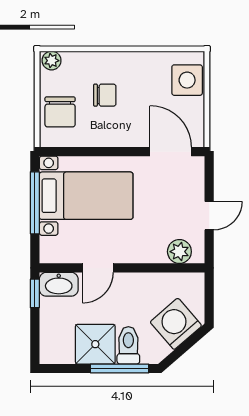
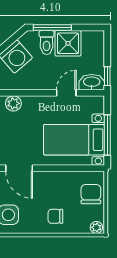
chair: (105, 95) -> (55, 216), moved

